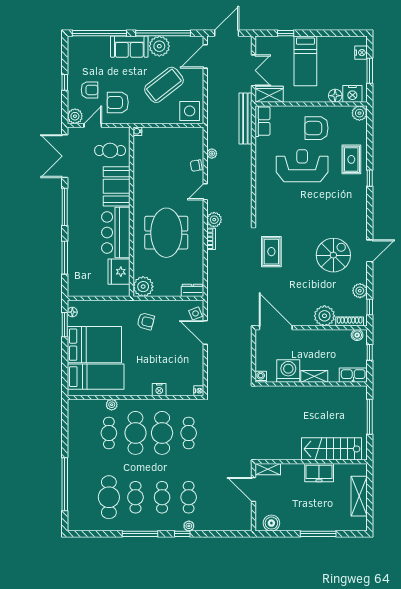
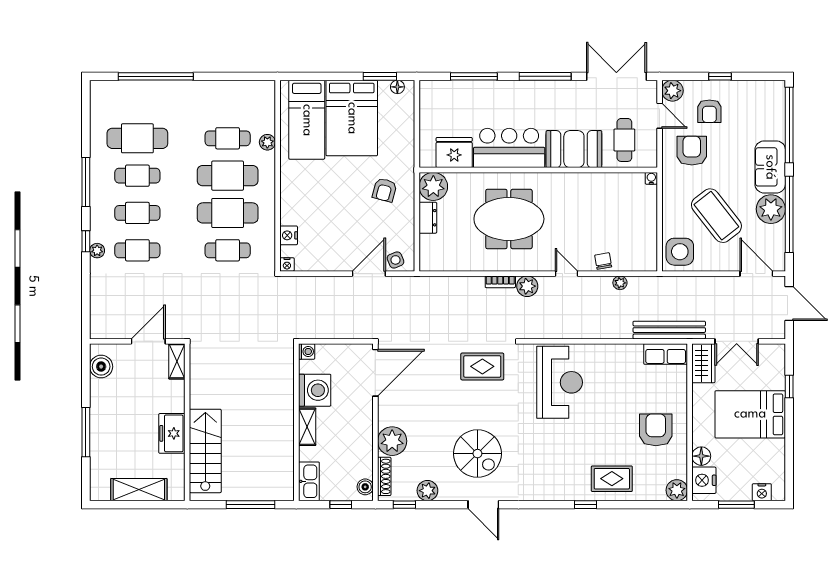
bed: (305, 61) -> (750, 414), width x1.50
reception desk: (302, 166) -> (560, 382), moved
dresser: (192, 290) -> (428, 218), moved
nightstand: (159, 390) -> (289, 235), moved

